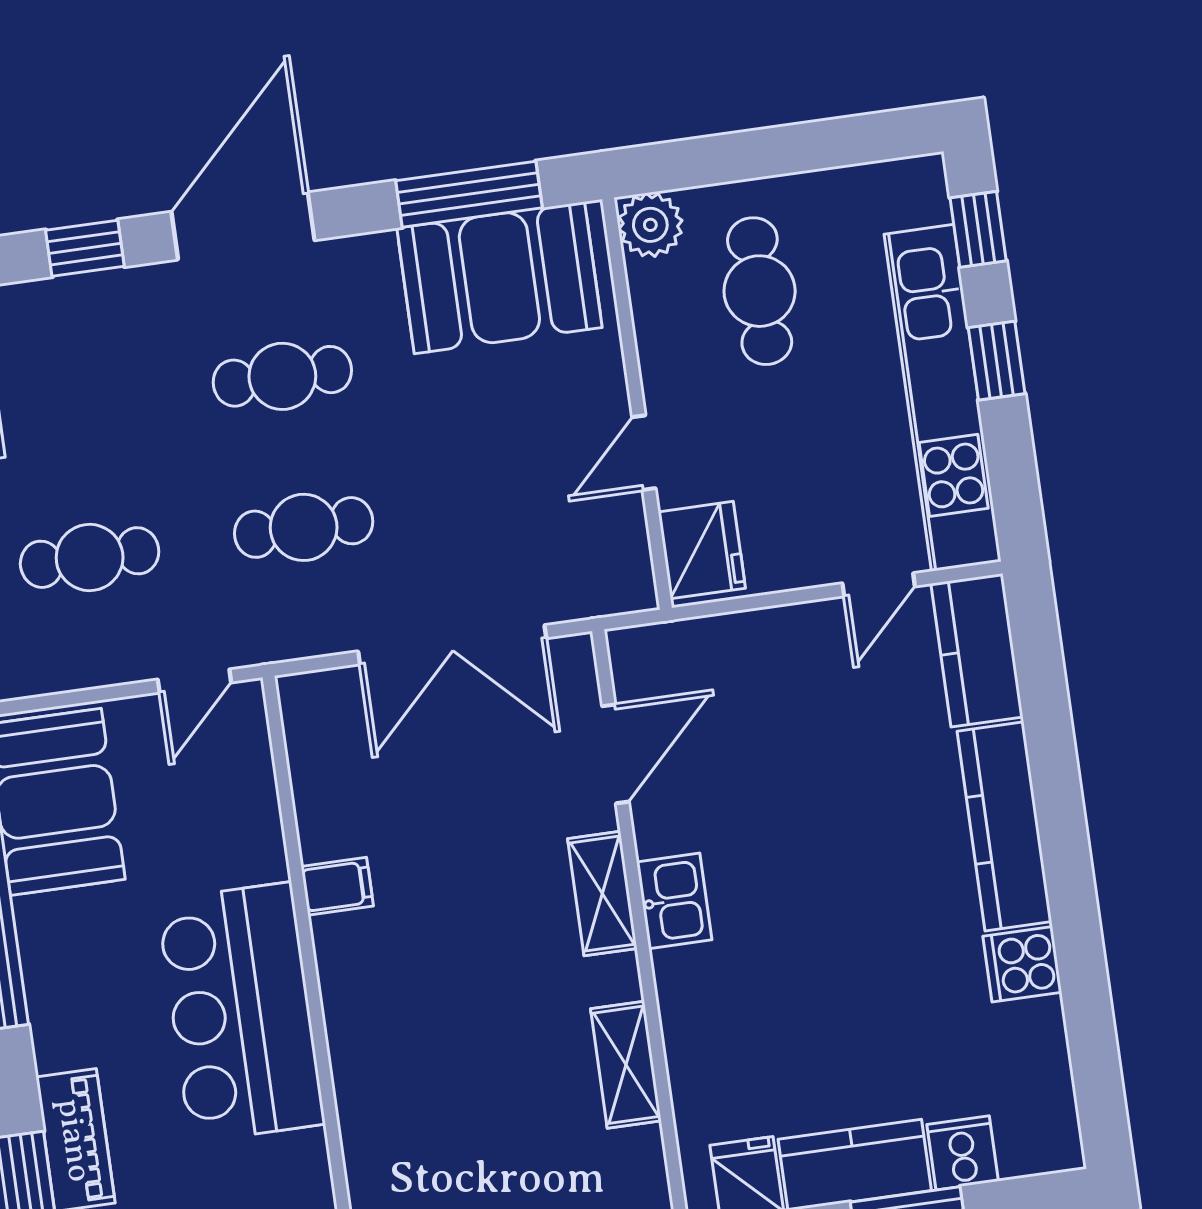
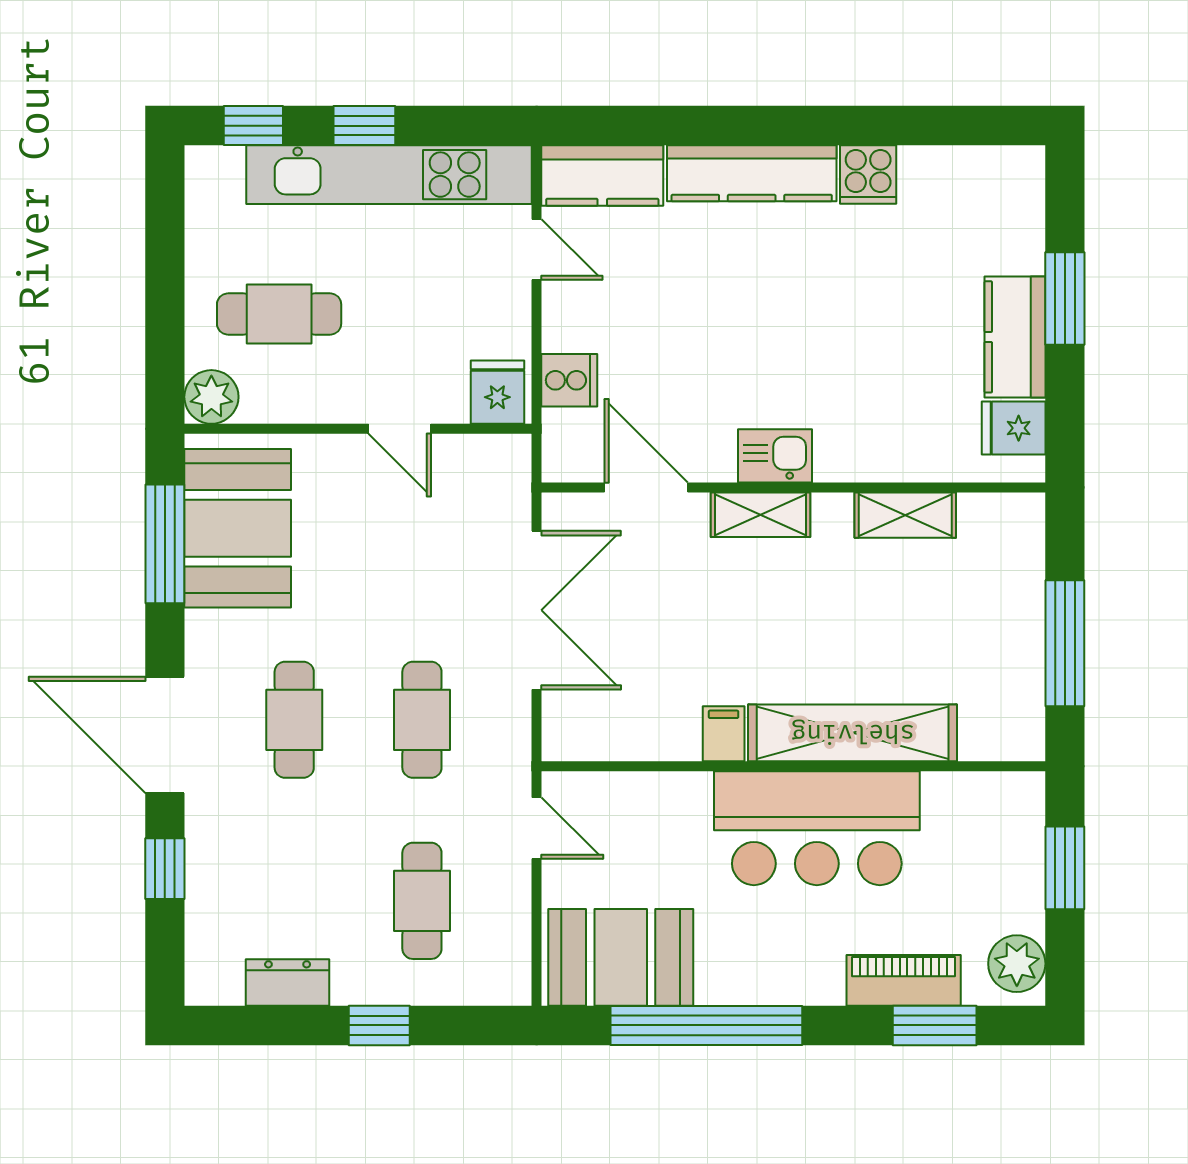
fridge: (702, 550) -> (497, 392), width x0.72
shelving: (360, 1039) -> (853, 733), added
cooker: (963, 1153) -> (569, 380), moved, turned 180

